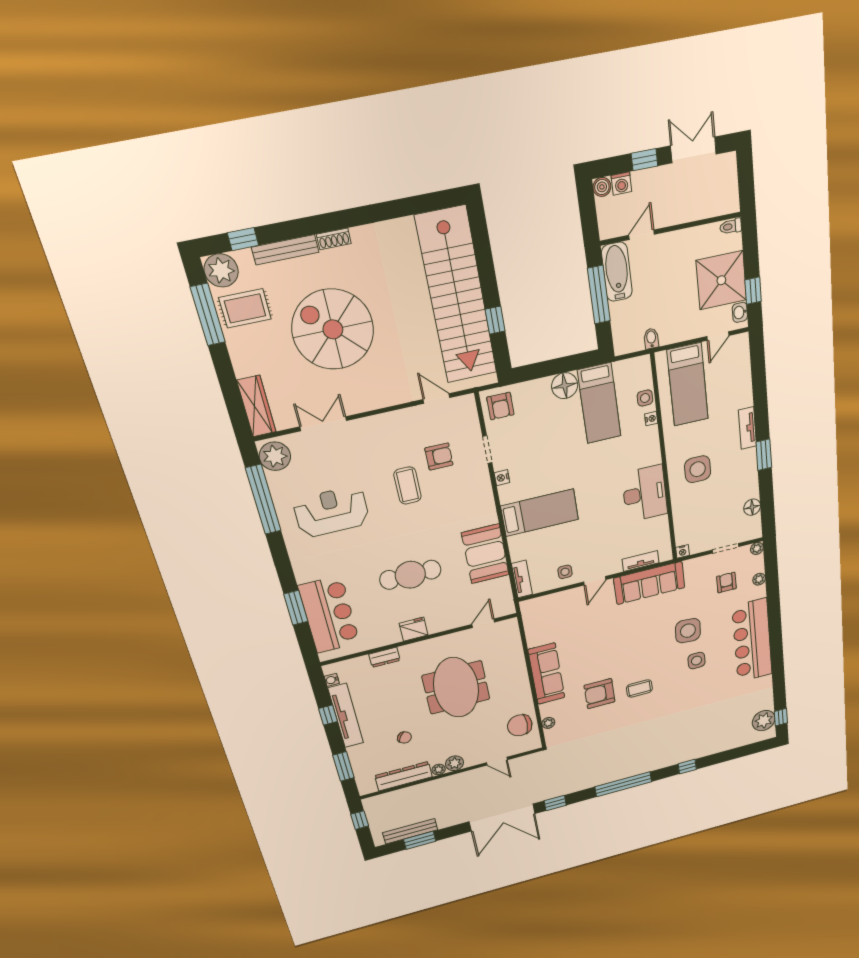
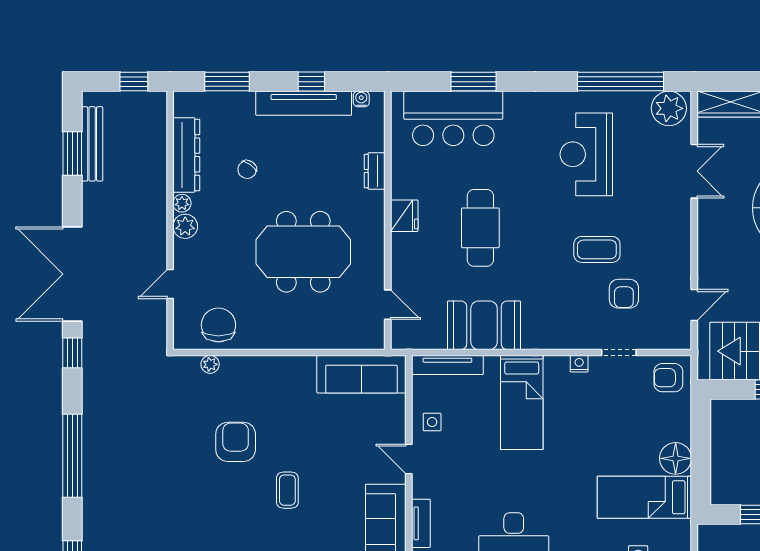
reception desk: (332, 512) -> (586, 154), turned 180
tv unit: (522, 579) -> (447, 365), width x1.41
sofa: (546, 674) -> (361, 374), moved
coffee table: (639, 688) -> (287, 490), moved

